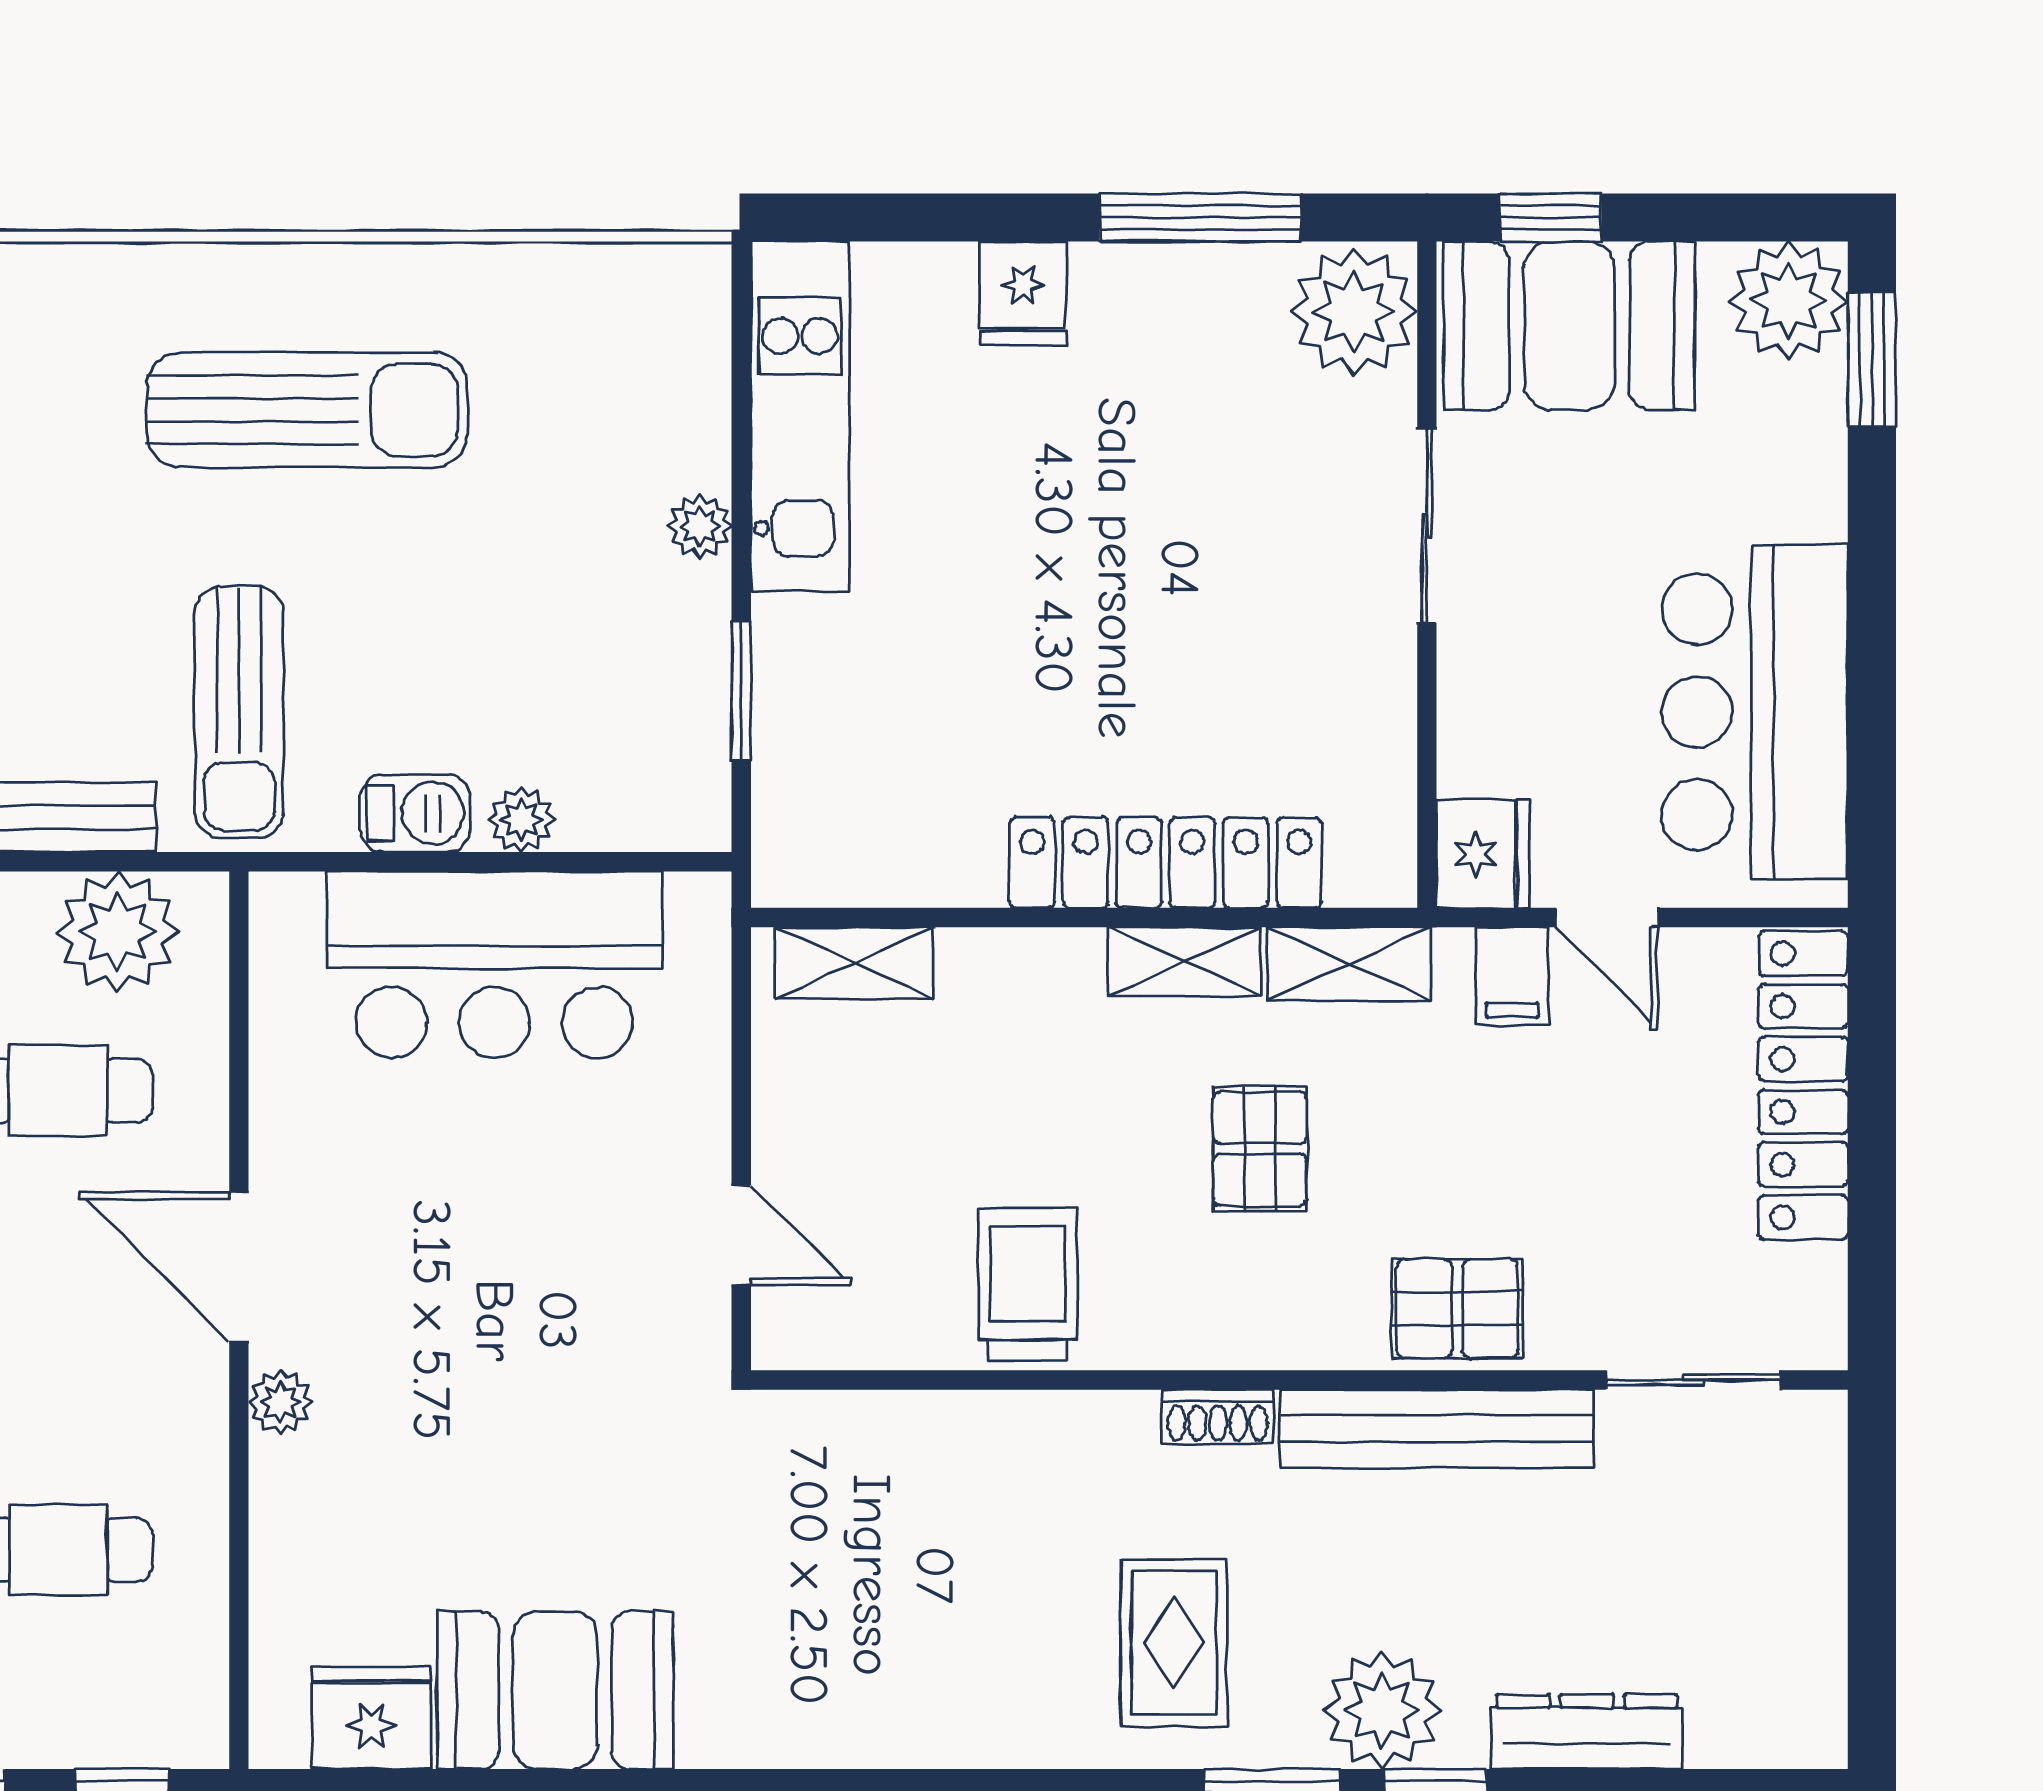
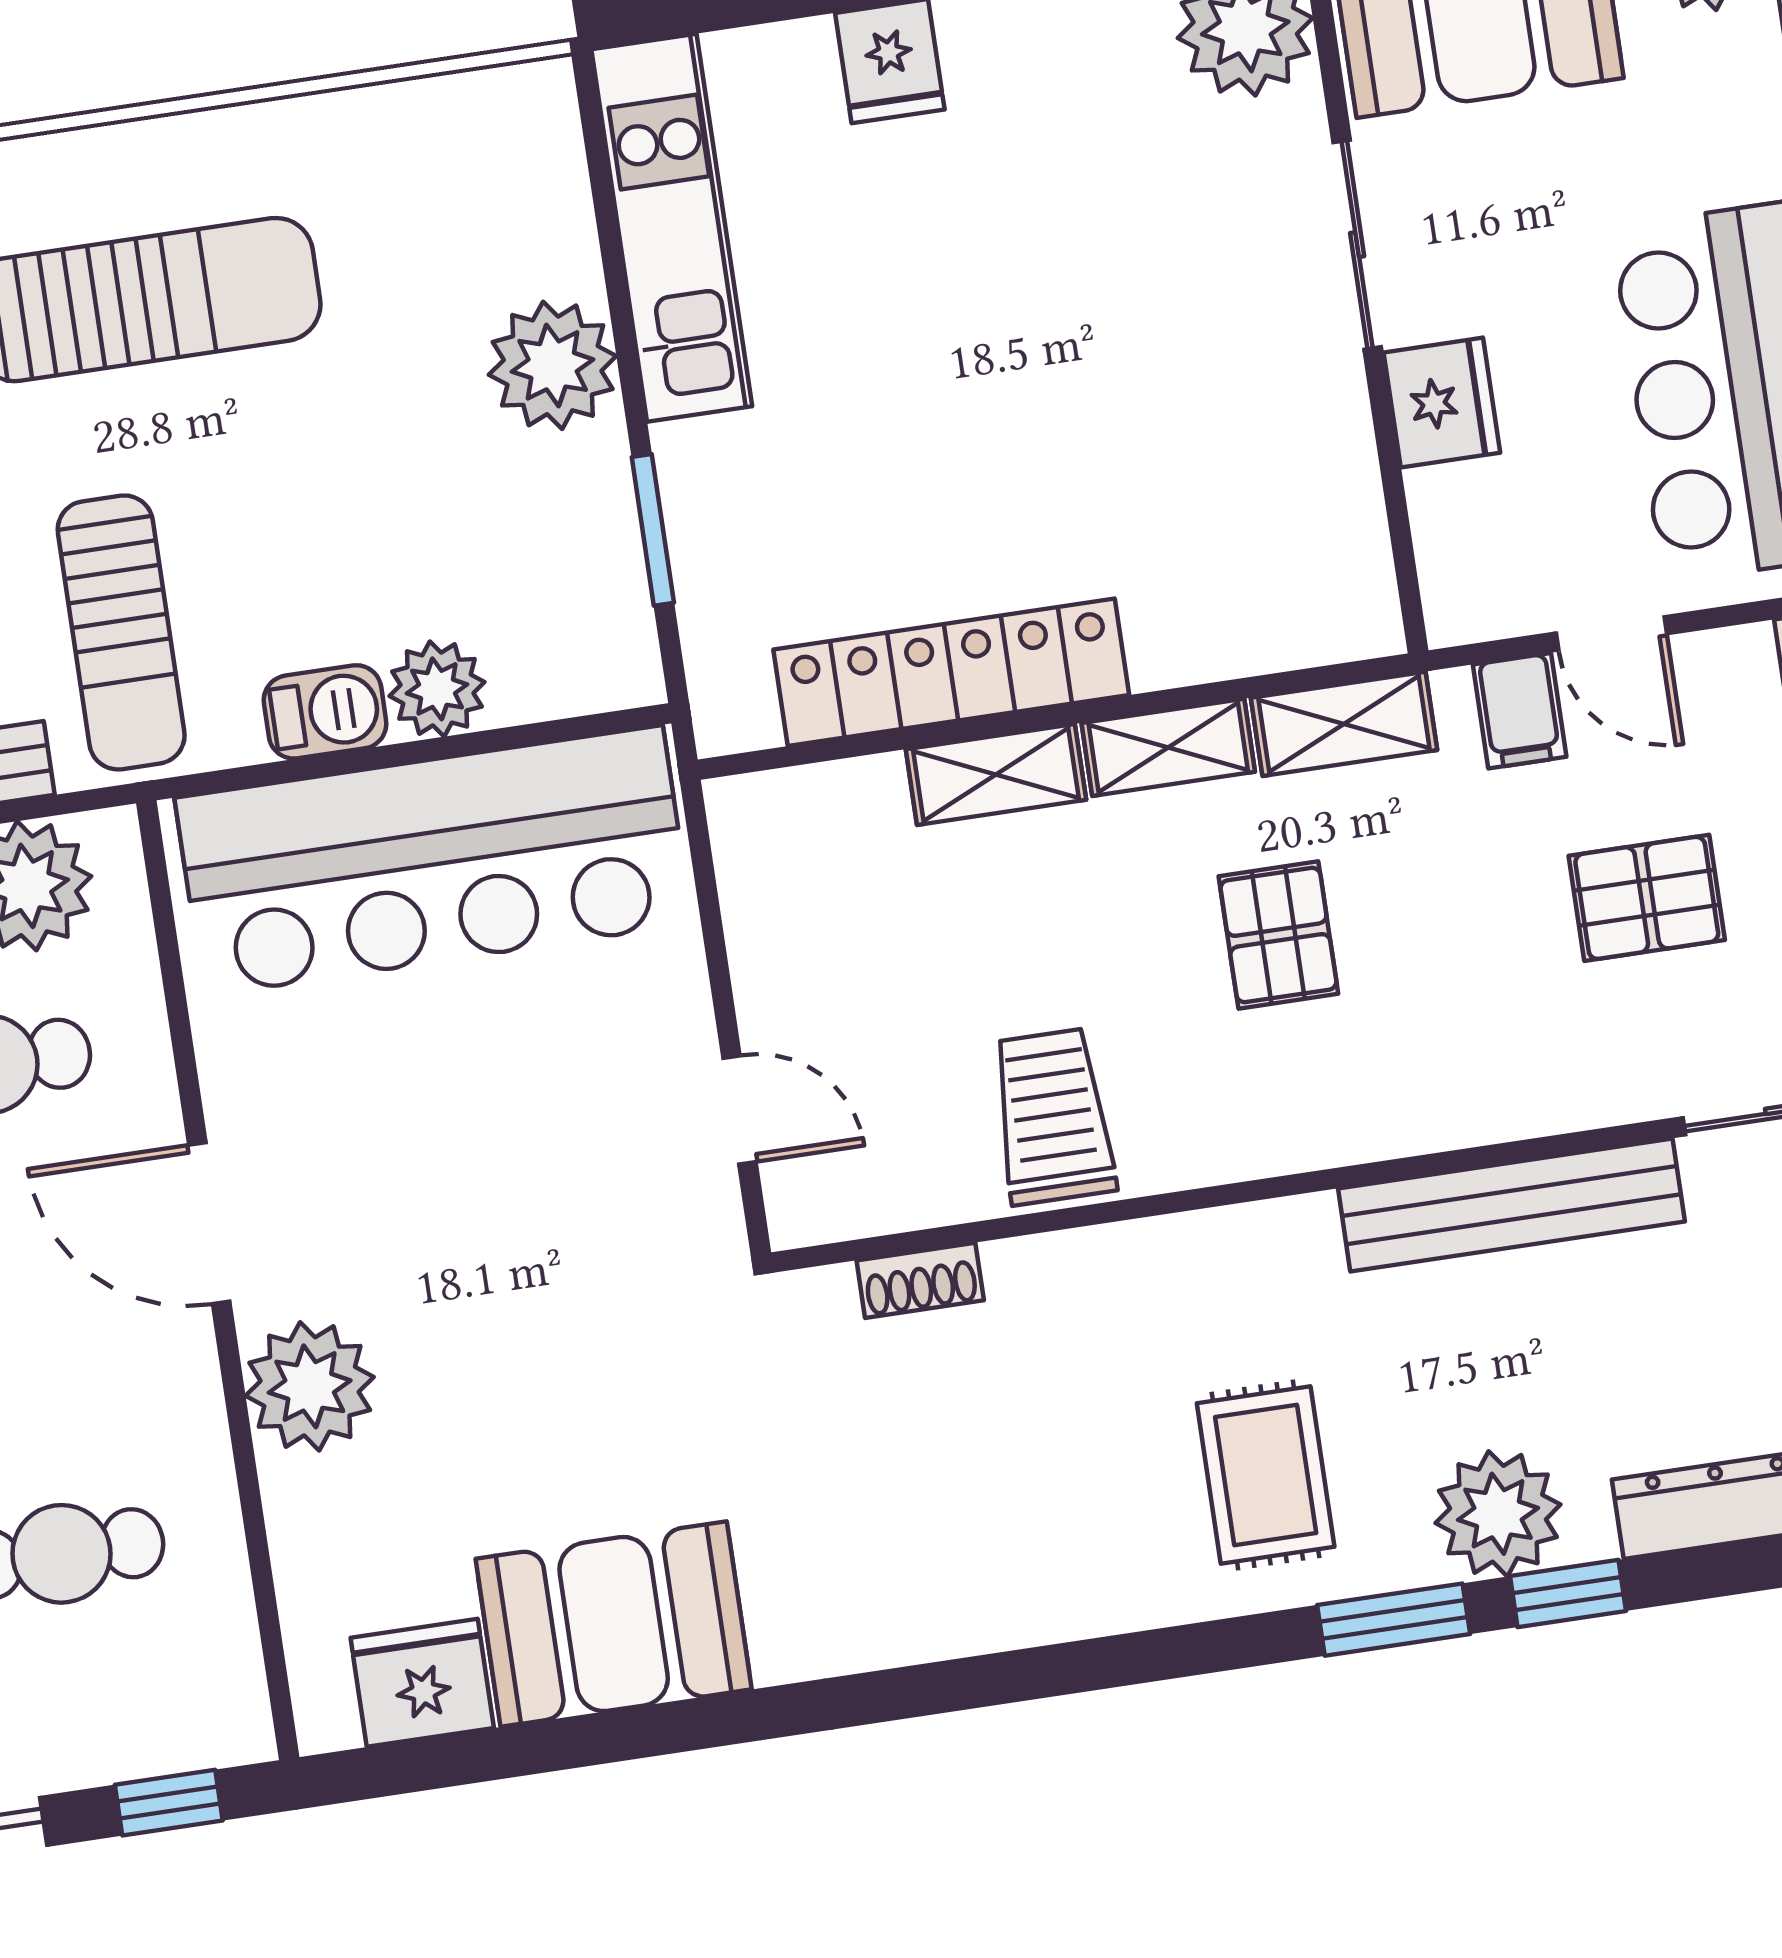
plant: (700, 526) -> (553, 365), width x1.88, depth x1.88
plant: (521, 820) -> (437, 689), width x1.38, depth x1.38
fridge: (1483, 854) -> (1442, 403), moved
locker: (1166, 863) -> (951, 672), moved
shelving: (854, 963) -> (996, 775), moved
bar counter: (494, 965) -> (433, 861), width x1.36
pallet: (1457, 1309) -> (1647, 898), moved
plant: (281, 1402) -> (310, 1386), width x1.88, depth x1.88
shoe rack: (1218, 1417) -> (920, 1280), moved

